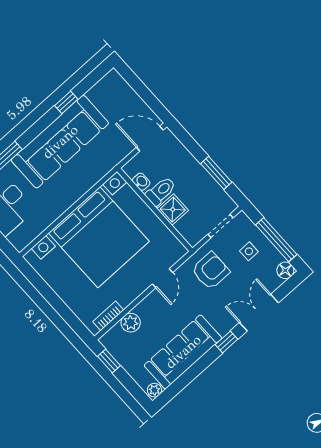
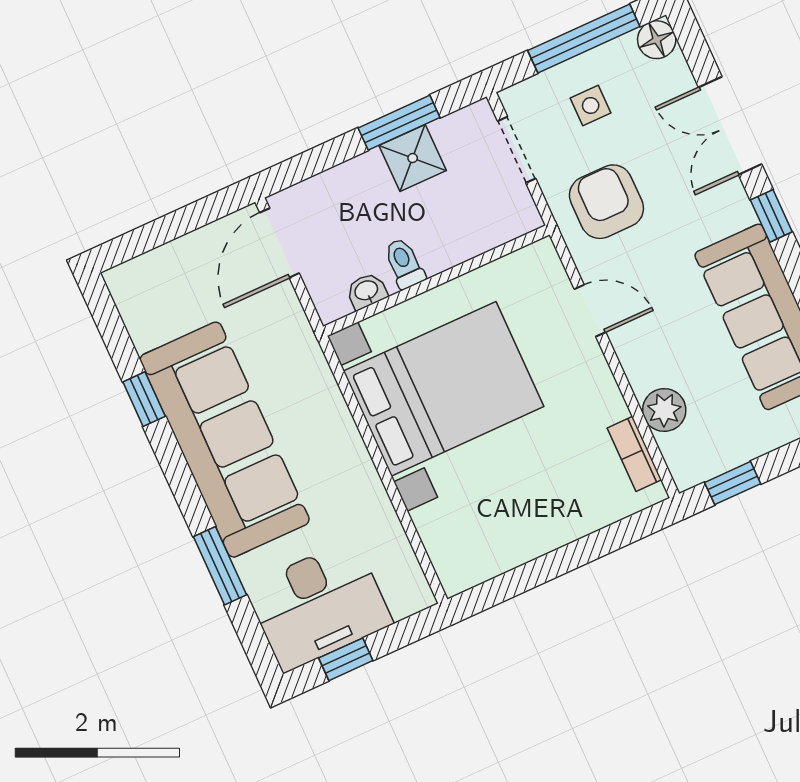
toilet: (161, 191) -> (404, 263), width x0.73, depth x0.72
shower: (173, 209) -> (413, 158), moved
bed with nightstands: (99, 237) -> (443, 389), width x0.73

